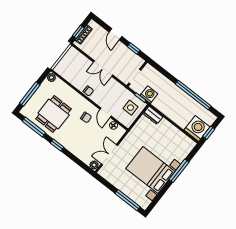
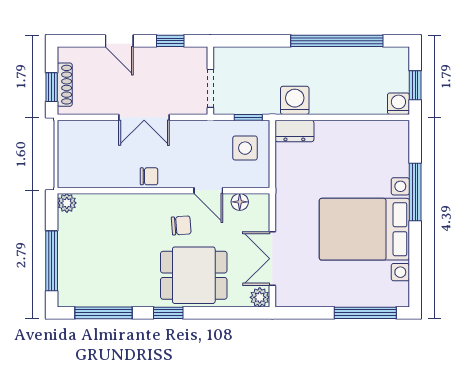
washing machine: (149, 95) -> (295, 100), moved
dining table: (54, 114) -> (194, 275), moved, turned 90
washing machine: (197, 128) -> (398, 104), width x0.53, depth x0.53

